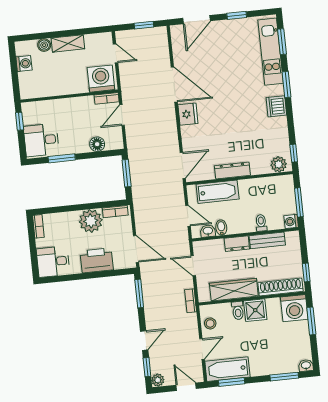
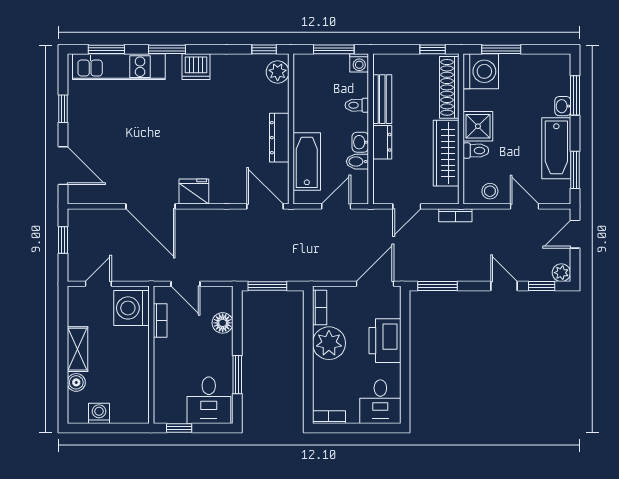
door: (174, 85) -> (151, 206), swing flipped
bookcase: (107, 98) -> (160, 321), moved
washbasin: (208, 231) -> (360, 142), moved
washbasin: (306, 365) -> (563, 106), moved
bathtub: (227, 369) -> (556, 148), moved

